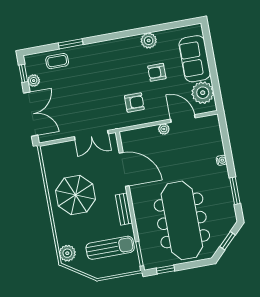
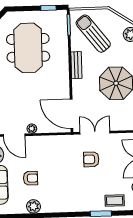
armchair: (134, 102) -> (91, 159), moved
door: (124, 169) -> (71, 114), moved
meeting table: (182, 220) -> (28, 48), width x0.73
sun lounger: (110, 248) -> (93, 34), turned 52

